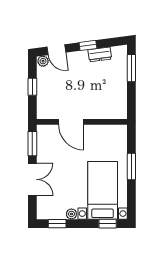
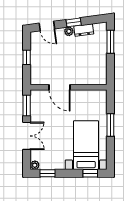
plant: (43, 61) -> (69, 31), moved
plant: (71, 214) -> (35, 165), moved

